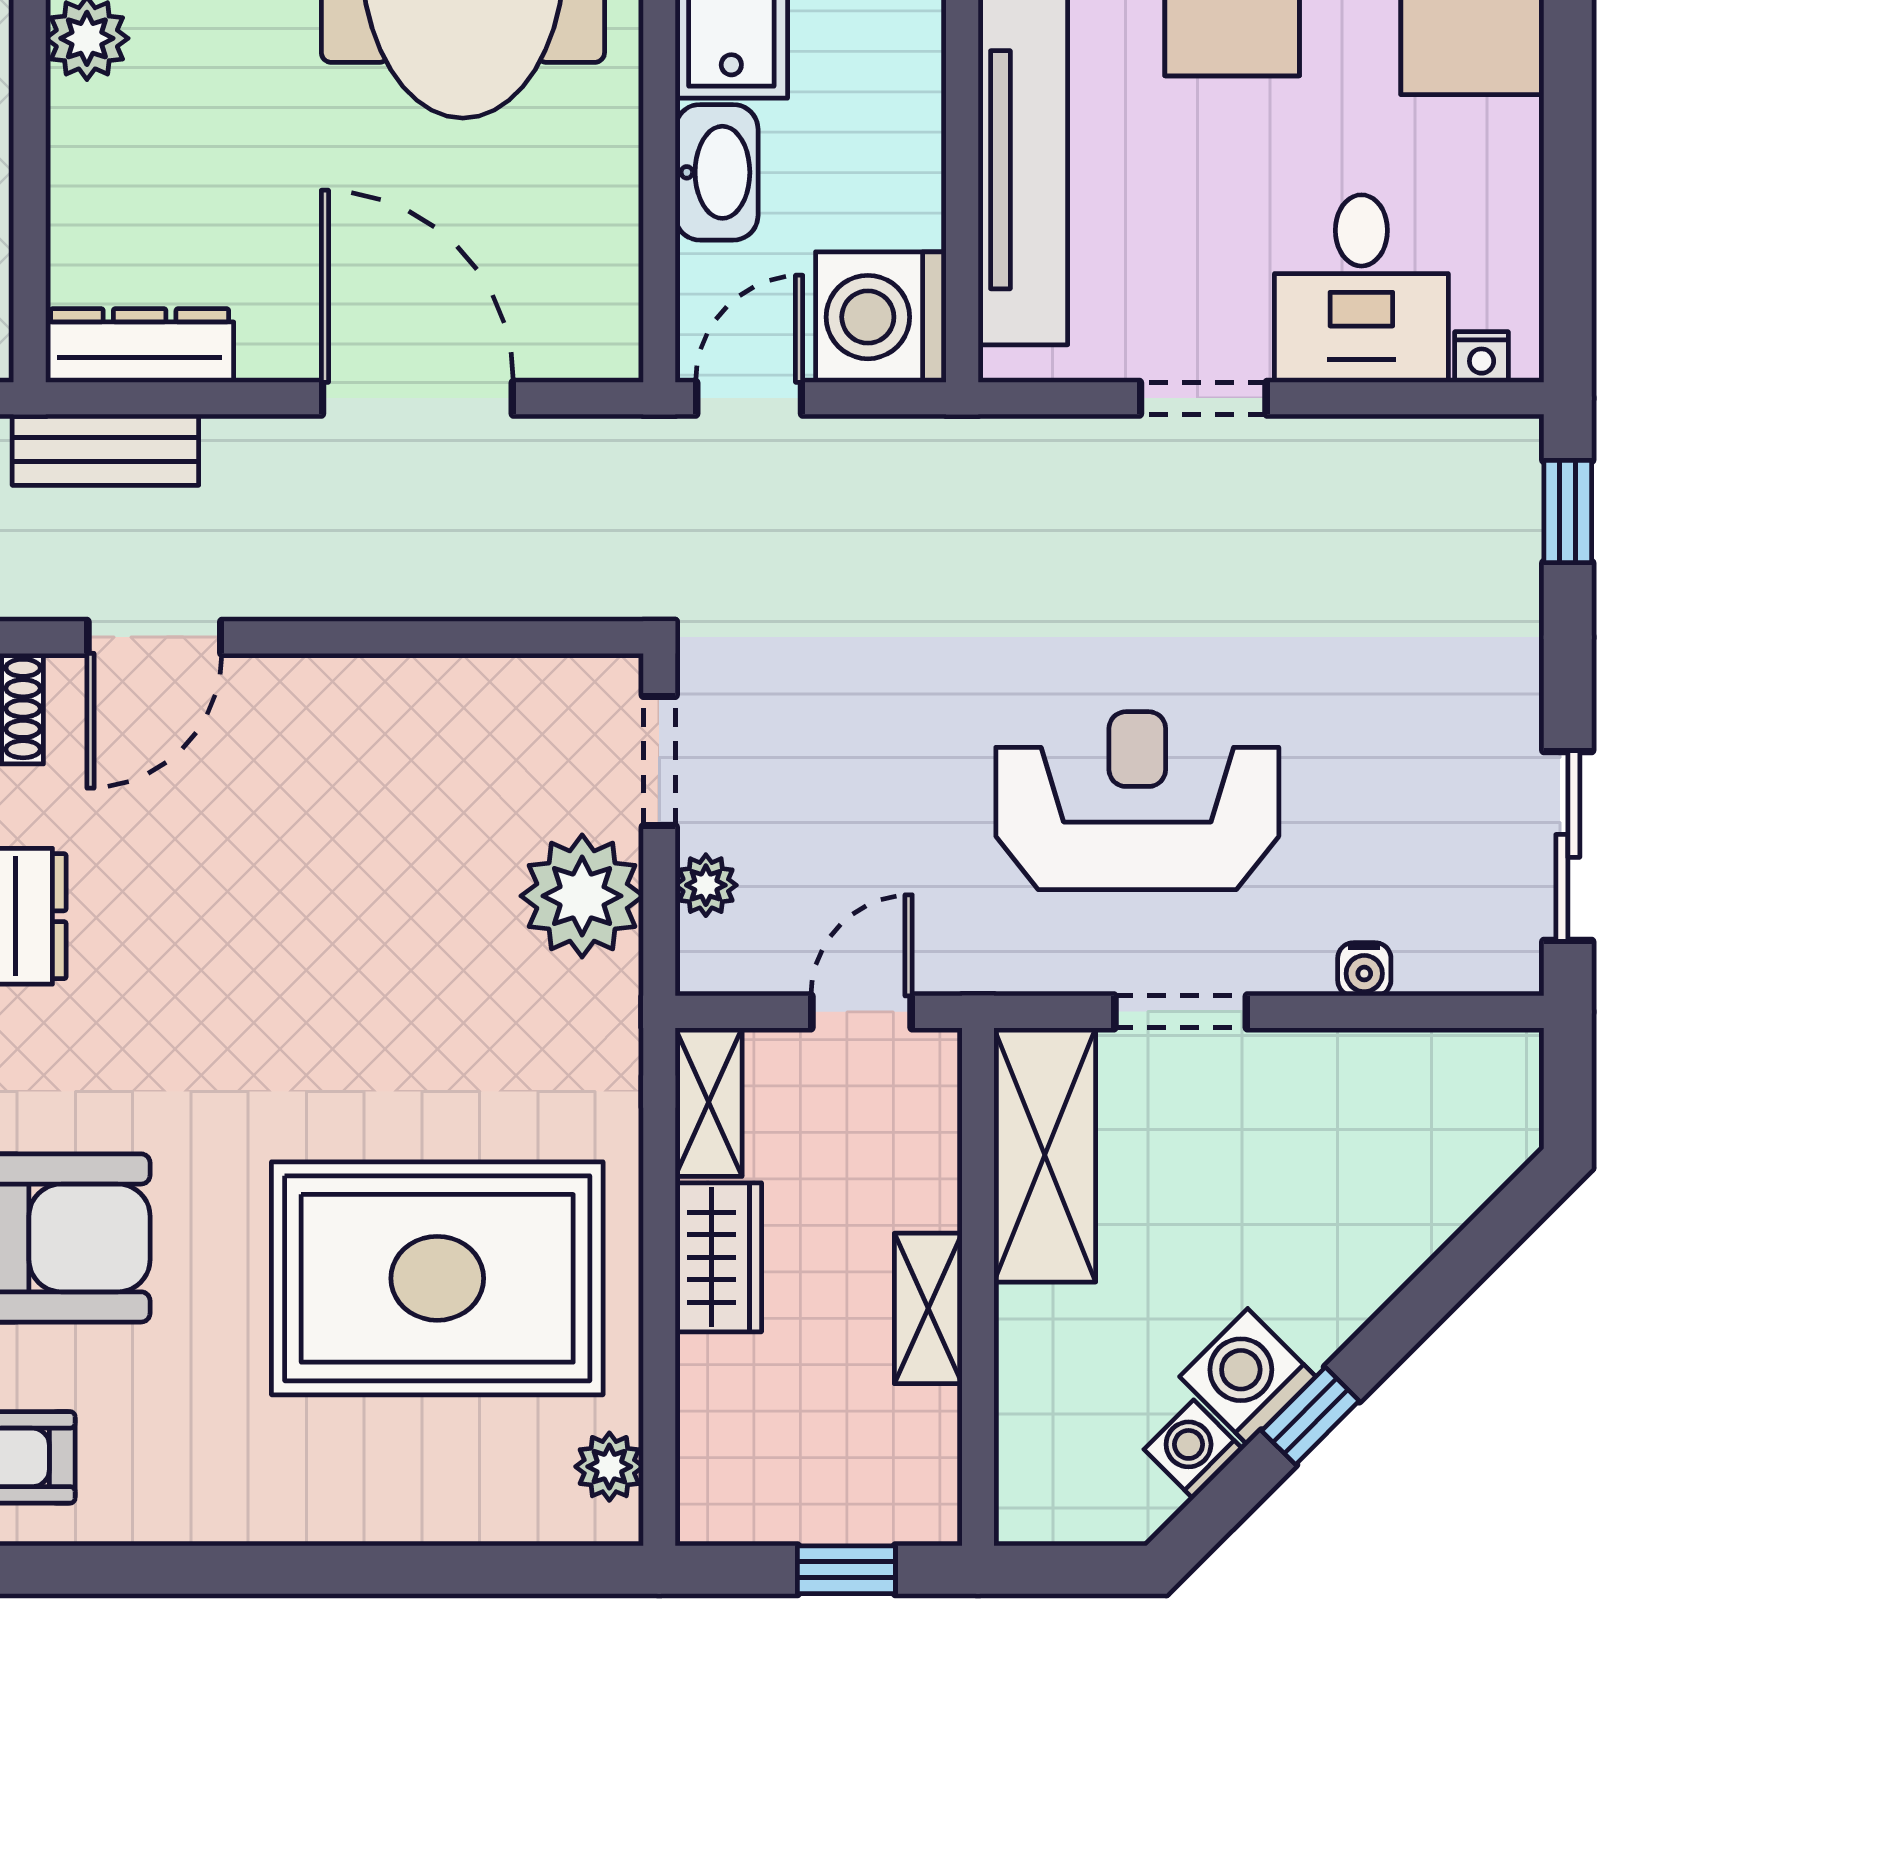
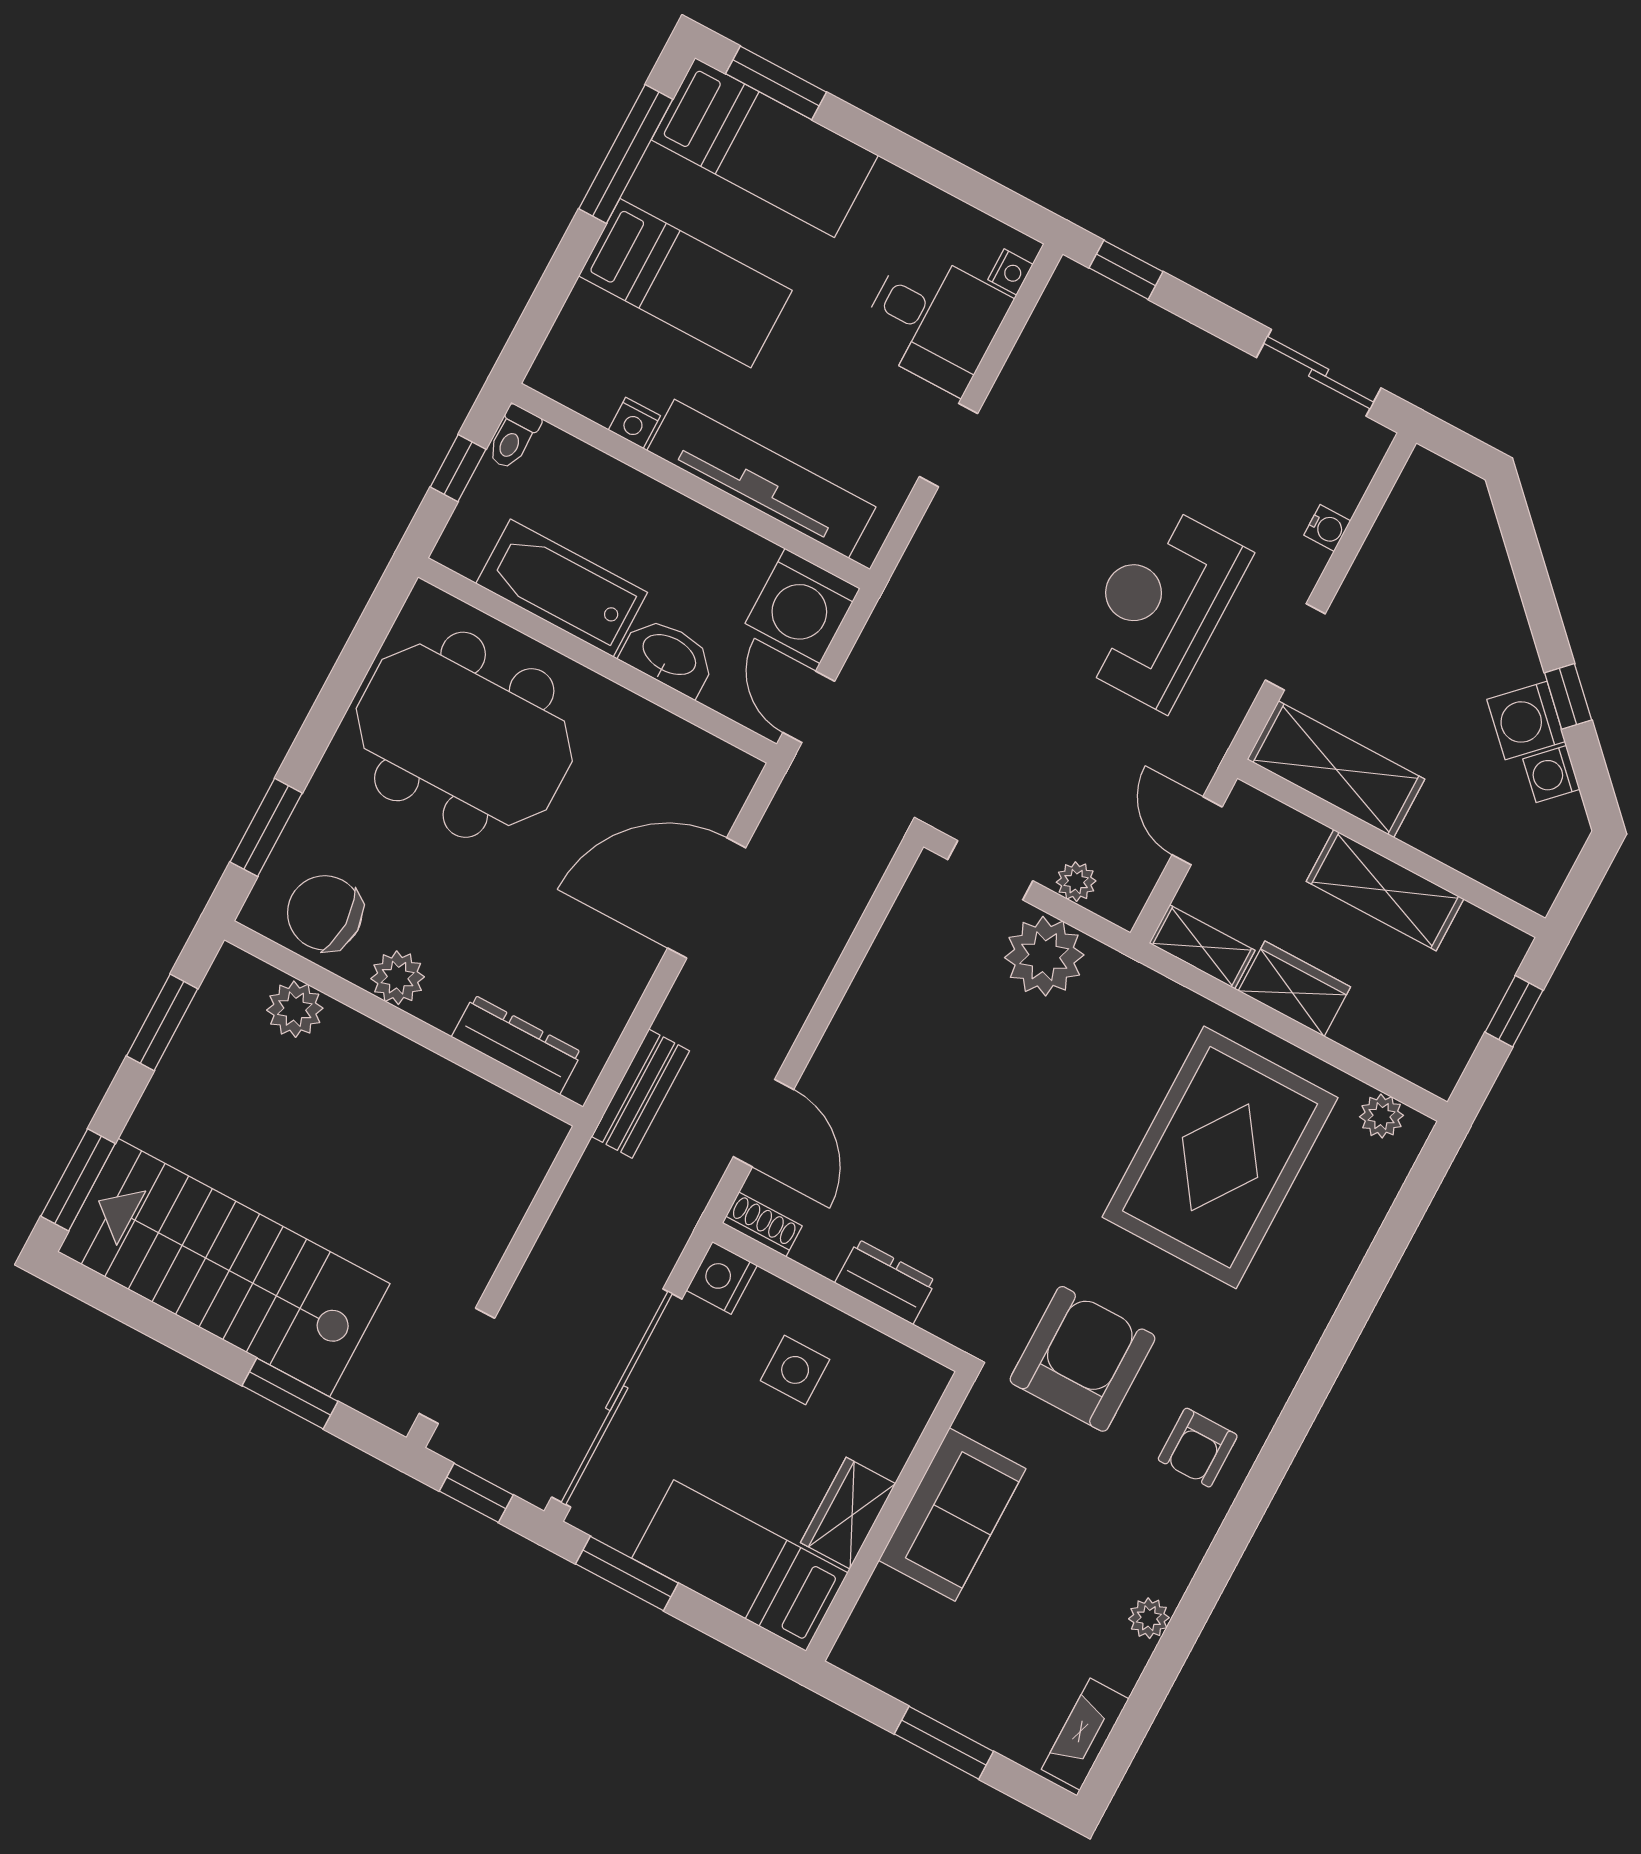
dresser: (140, 345) -> (517, 1045), moved, turned 90
shelving: (928, 1308) -> (1385, 890), width x1.50, depth x1.33

